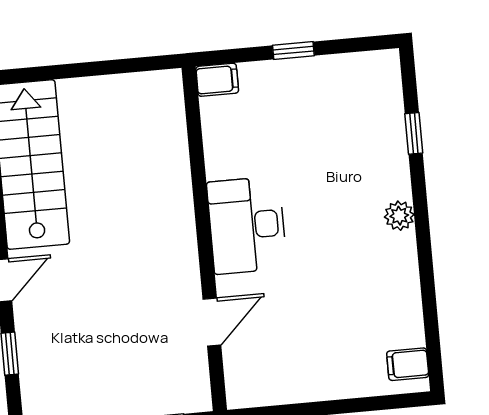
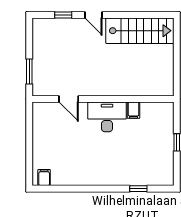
filing cabinet: (217, 80) -> (133, 110), moved
plant: (399, 216) -> (105, 180), removed

